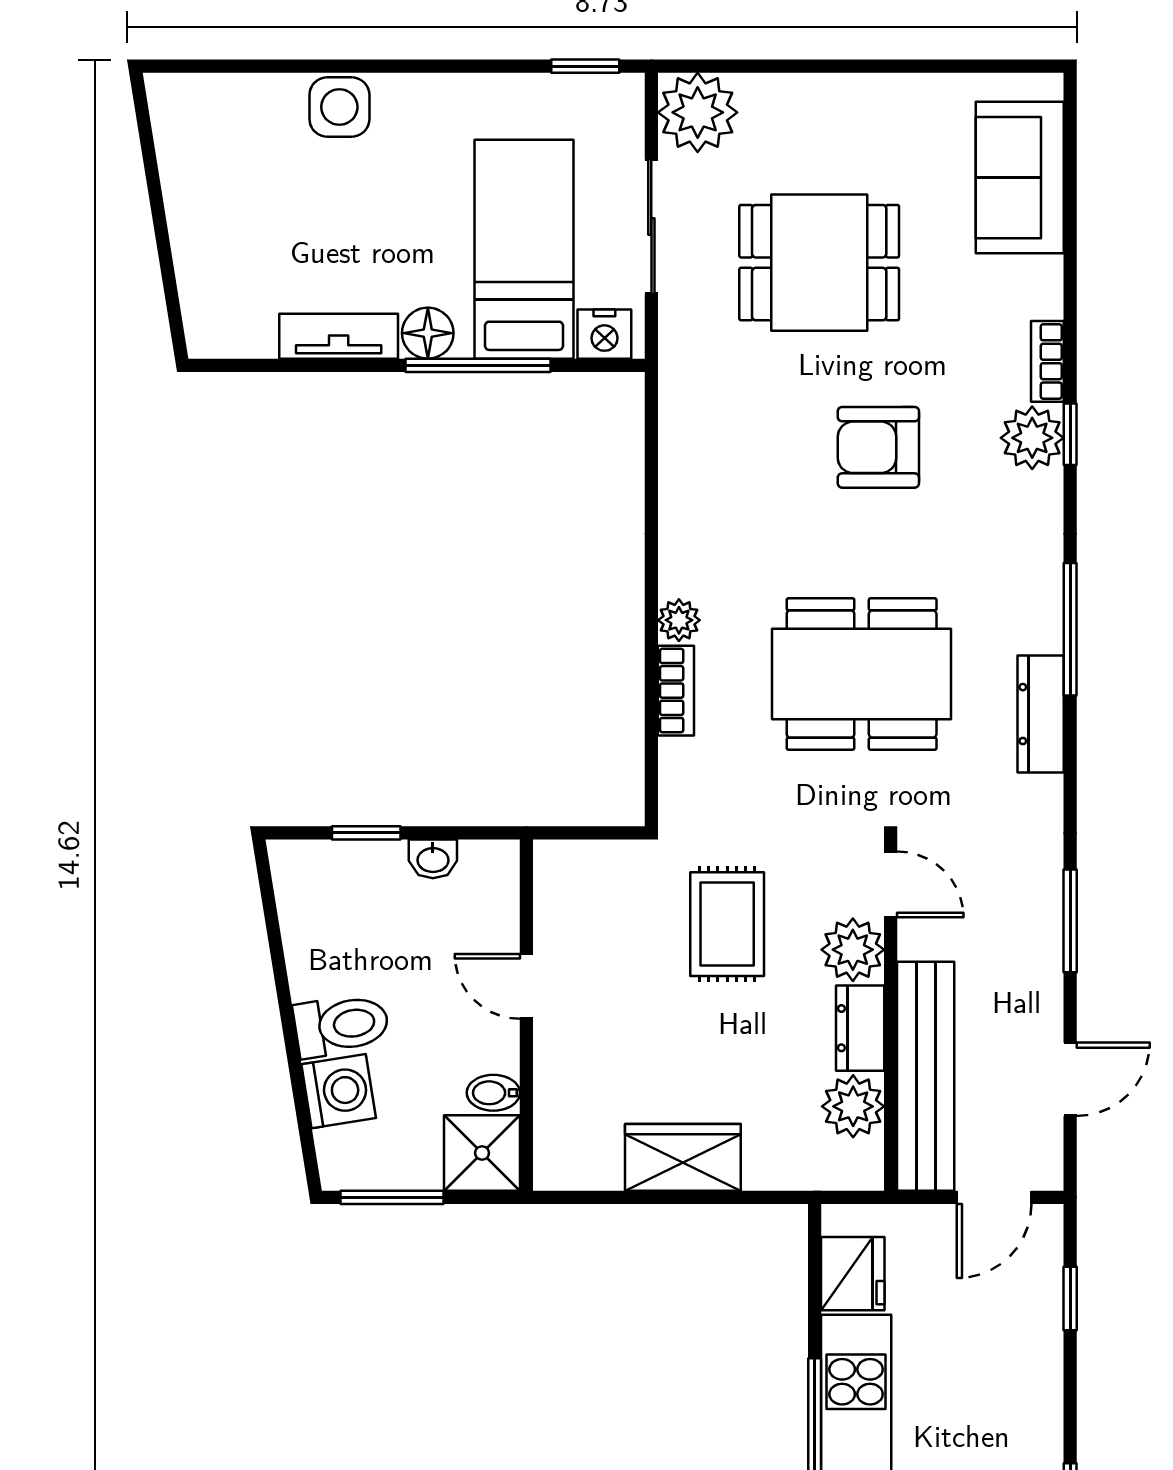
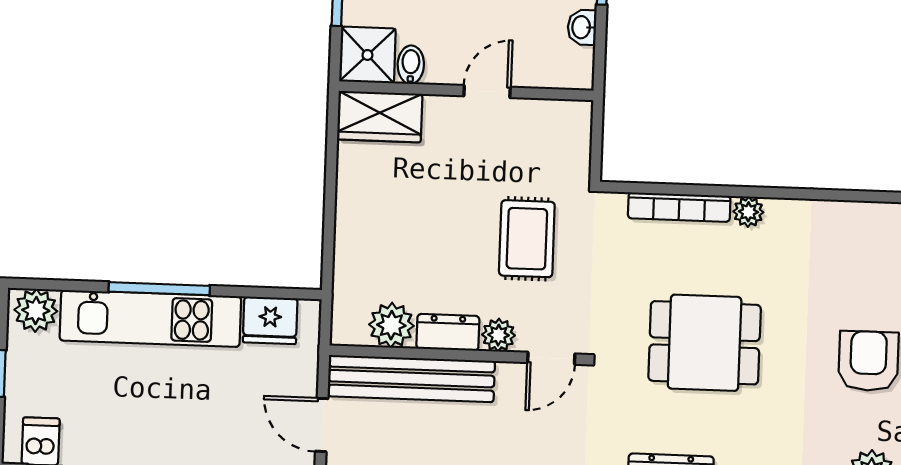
dining table: (862, 674) -> (705, 343), width x0.73
bookcase: (676, 691) -> (679, 207), width x1.56
rug: (727, 924) -> (527, 239), turned 90
plant: (853, 950) -> (499, 335), width x0.73, depth x0.73
wardrobe: (683, 1157) -> (380, 117), moved, turned 90

